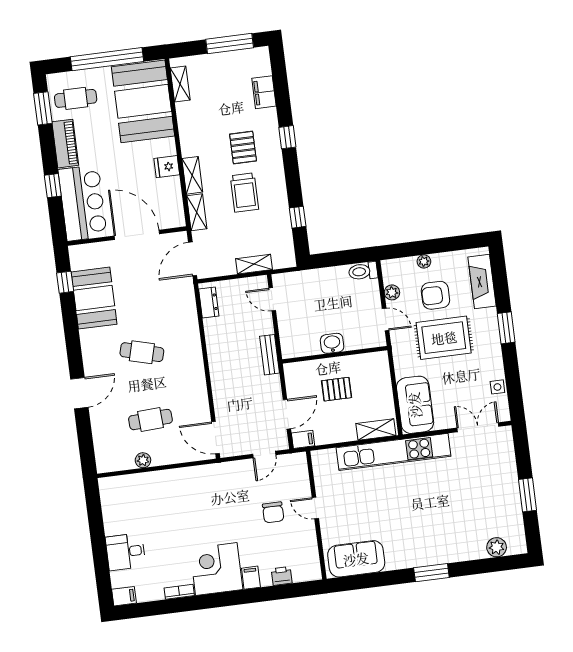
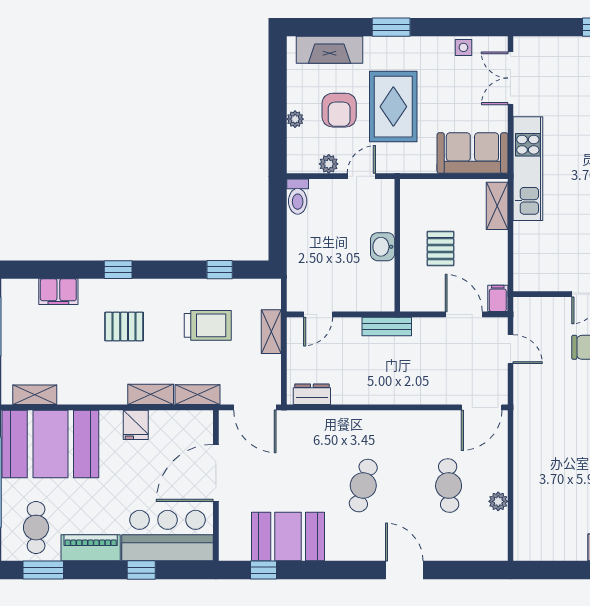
trolley: (244, 193) -> (208, 325), moved
kitchen unit: (393, 452) -> (528, 169), width x0.73

